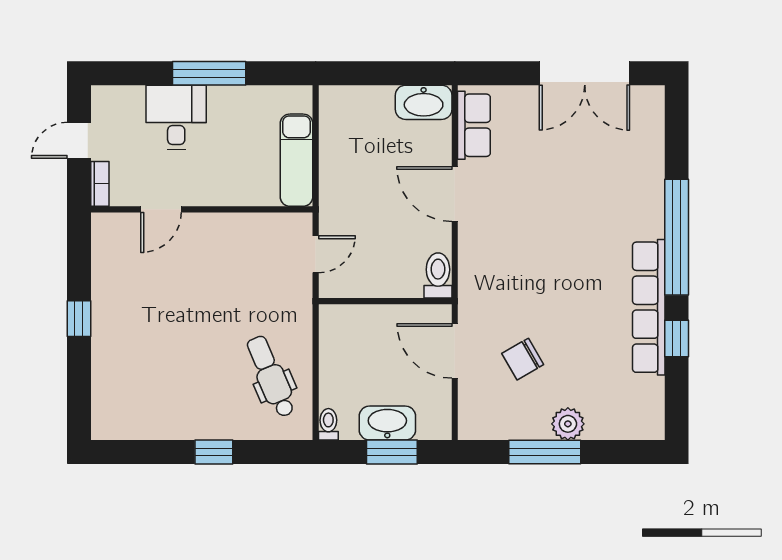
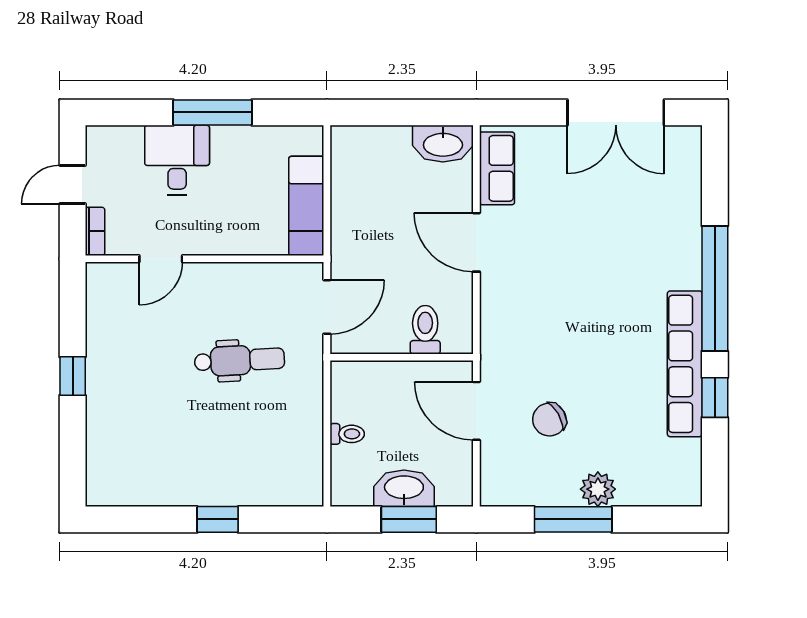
door: (316, 254) -> (327, 307), width x1.38
toilet: (438, 275) -> (425, 330), moved
dental chair: (271, 377) -> (239, 360), moved, turned 110
toilet: (328, 424) -> (347, 434), moved, turned 90

